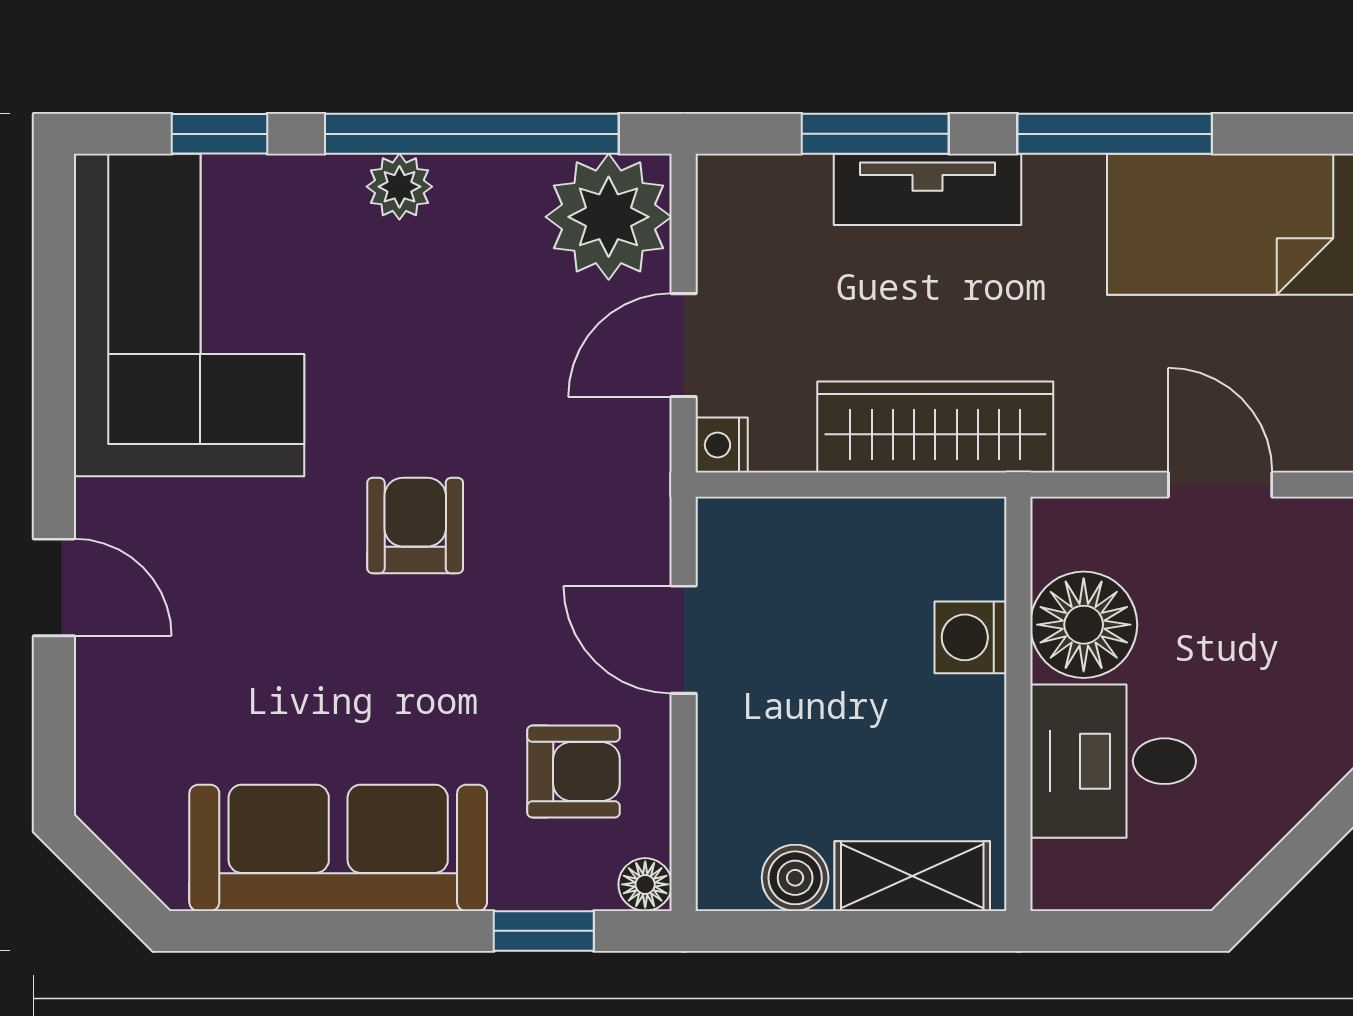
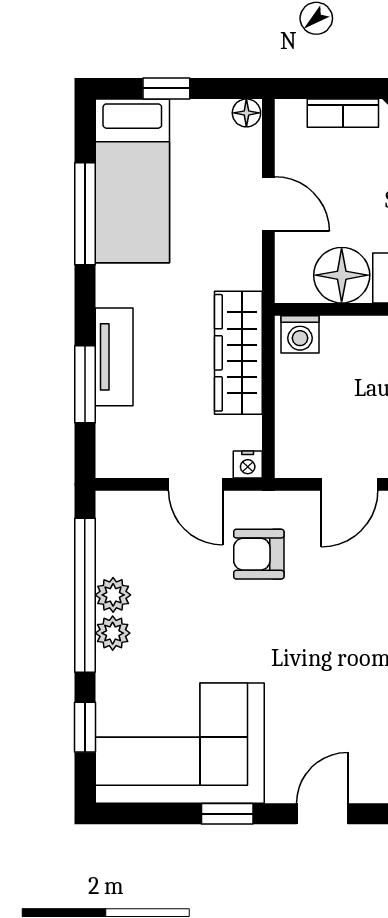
window: (1115, 134) -> (85, 214), moved
plant: (609, 217) -> (113, 595), moved, width x0.53, depth x0.53
window: (54, 406) -> (227, 814), added
door: (1220, 485) -> (268, 204), swing flipped
armchair: (415, 526) -> (259, 554), moved
washing machine: (971, 637) -> (300, 334), moved

